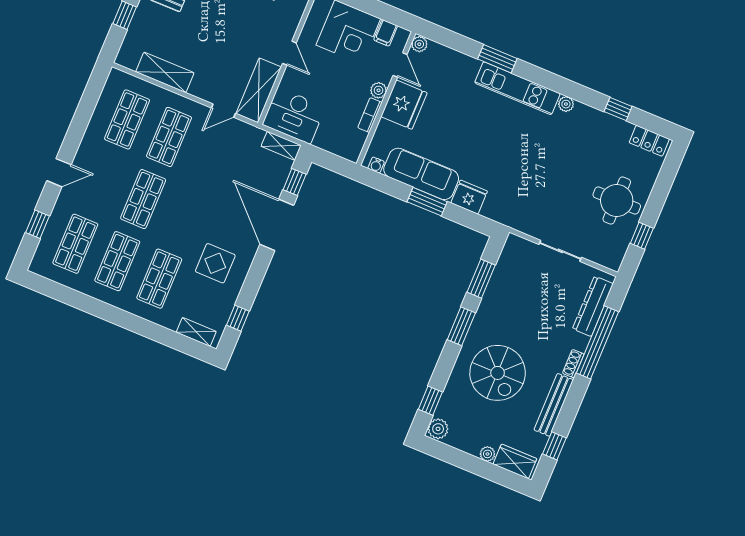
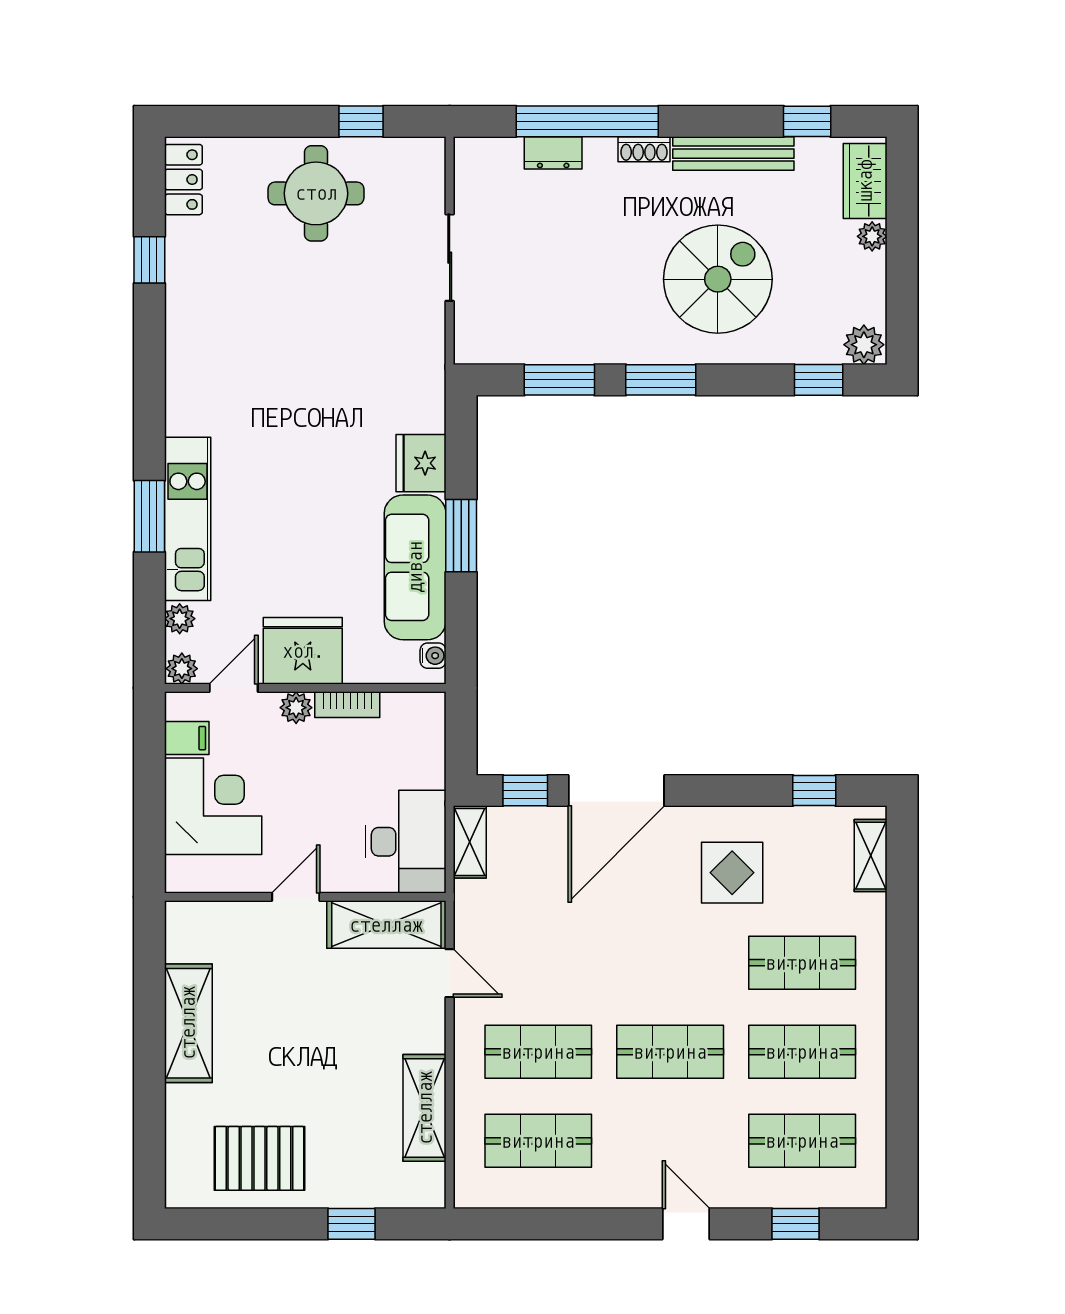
kitchen unit: (517, 88) -> (188, 519), moved
plant: (566, 104) -> (180, 619), moved
dresser: (593, 306) -> (553, 153), width x0.51, depth x0.80

